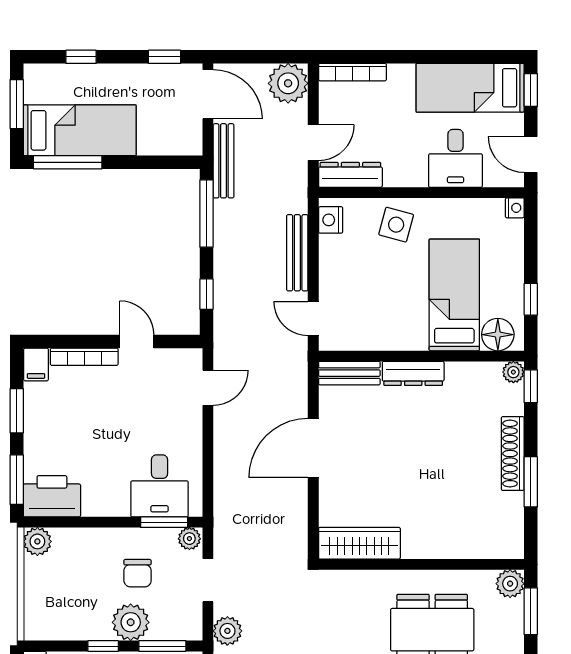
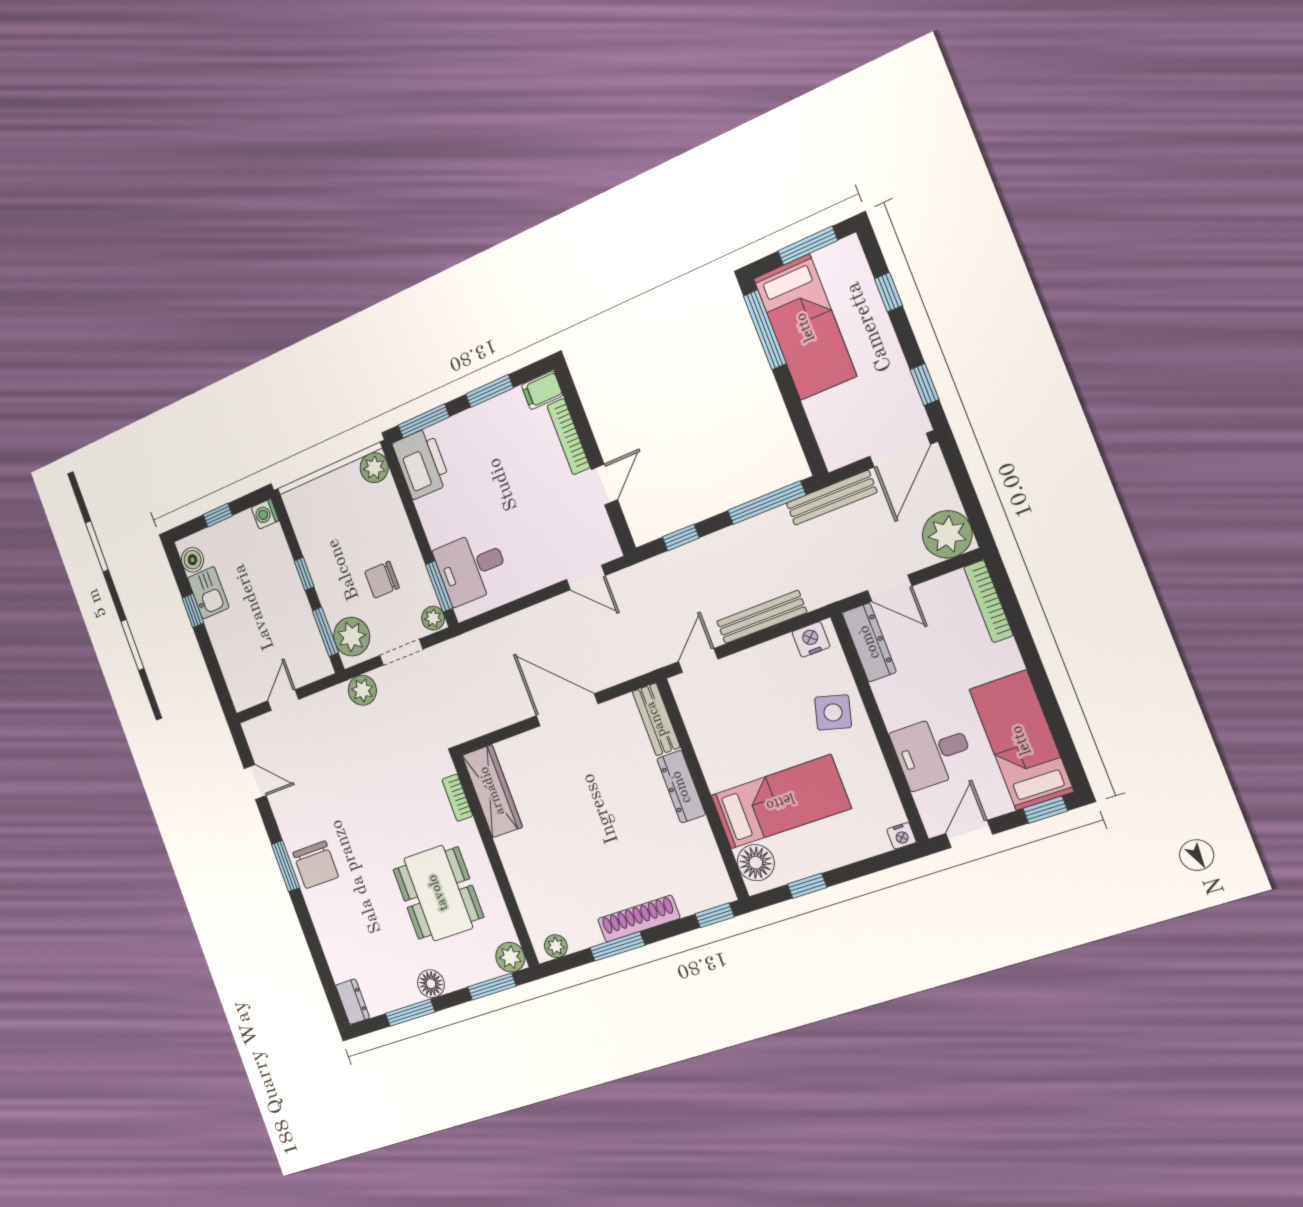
plant: (513, 372) -> (556, 946), moved
bookcase: (354, 578) -> (457, 798), added
plant: (131, 622) -> (352, 637), moved

